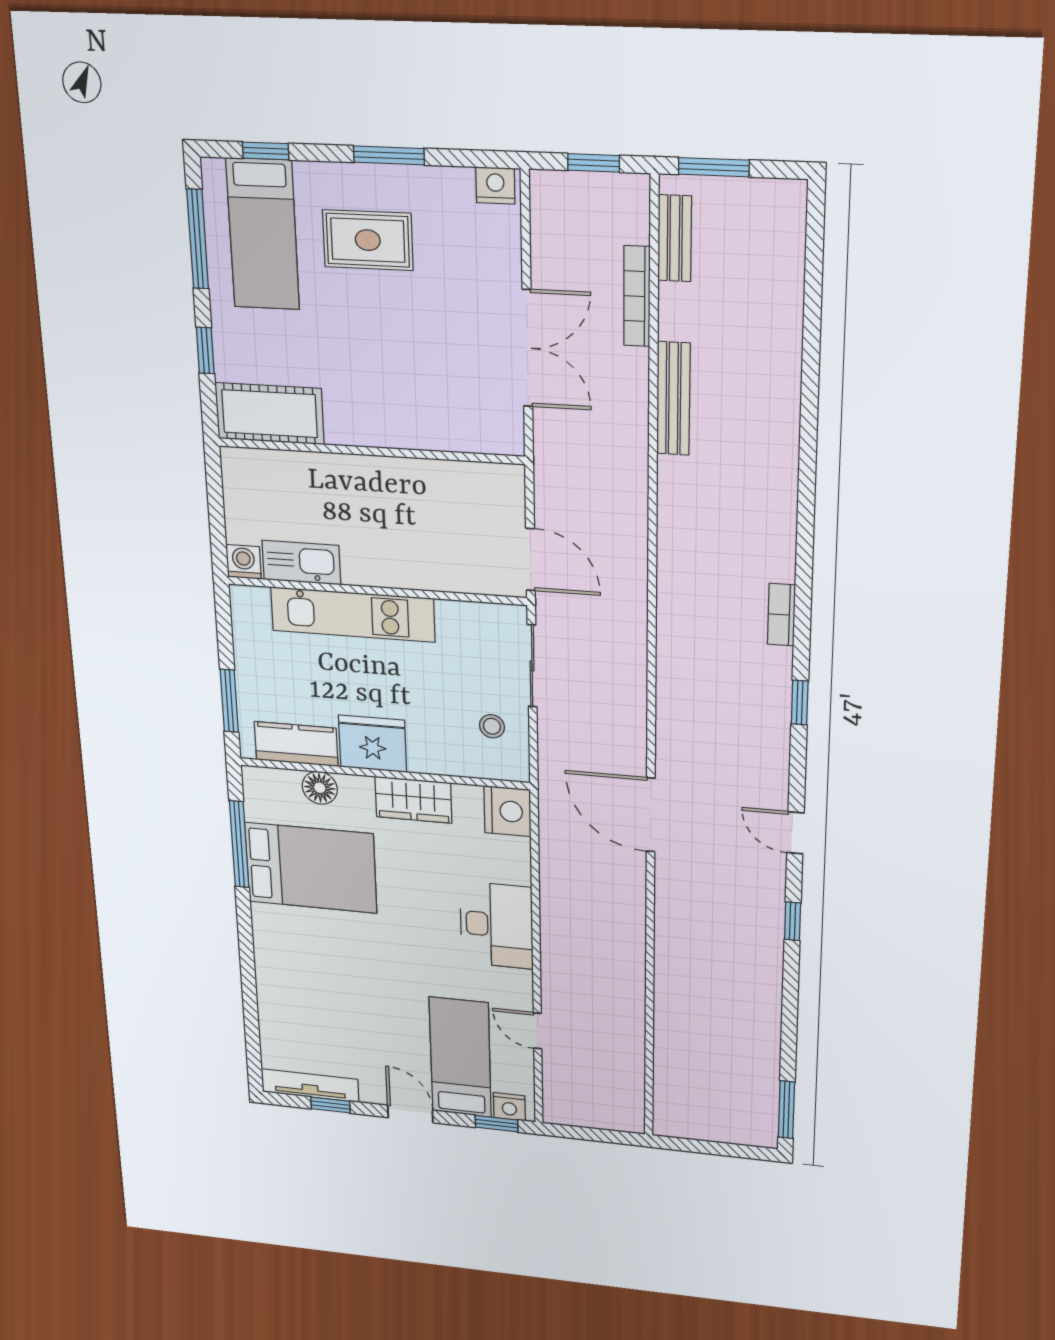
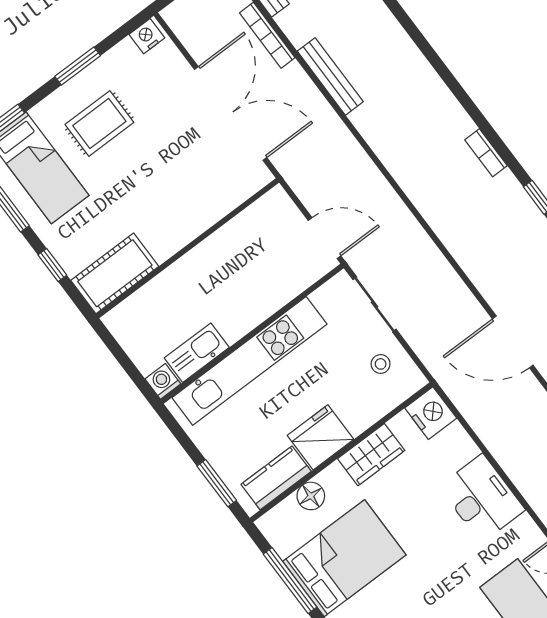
double door: (527, 348) -> (231, 113), width x1.36
kitchen unit: (353, 615) -> (249, 361), width x1.36

